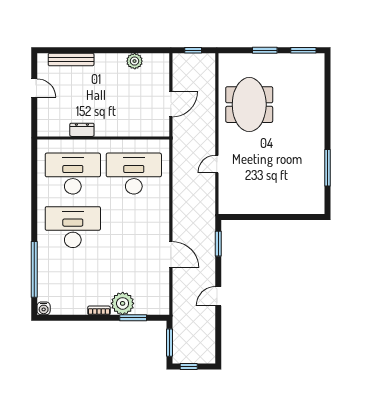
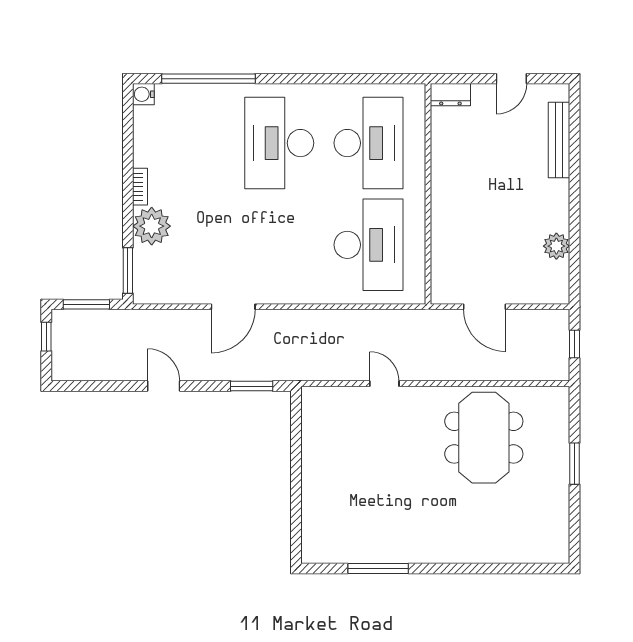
window: (303, 50) -> (574, 528), removed
meeting table: (249, 105) -> (484, 438), turned 90
dresser: (82, 130) -> (450, 95), moved, turned 90
desk: (73, 227) -> (279, 143), turned 180
window: (133, 318) -> (128, 271), moved

